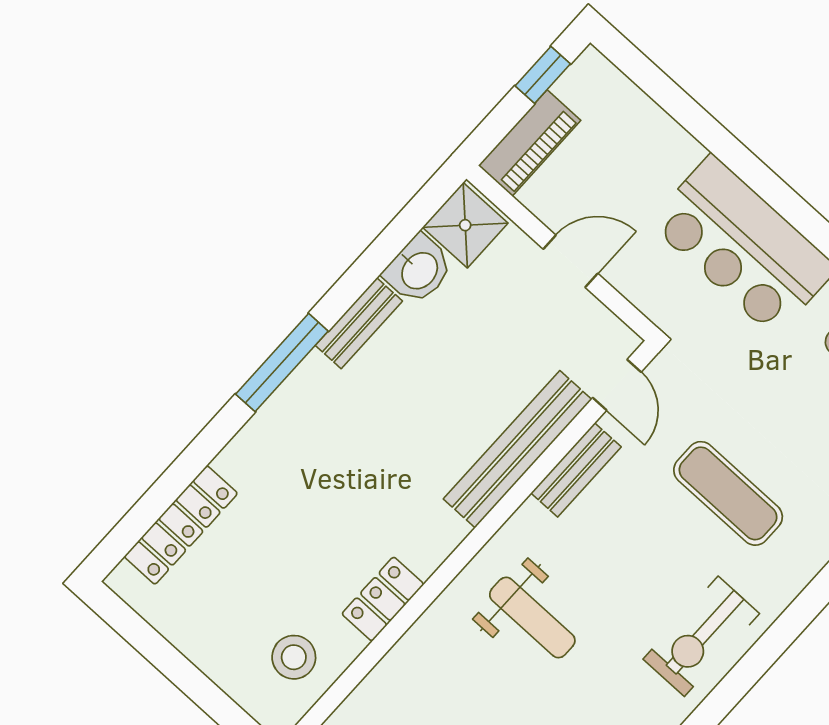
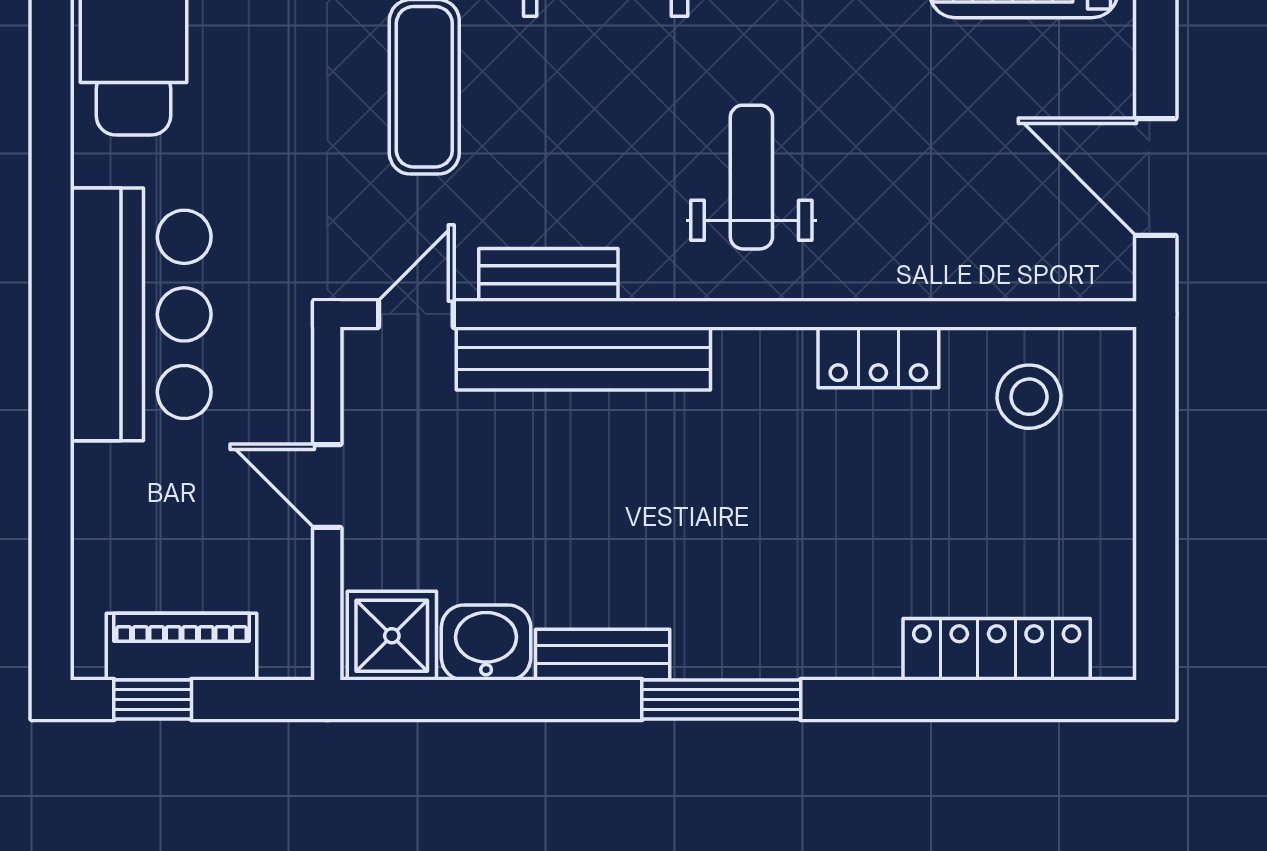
piano: (530, 143) -> (182, 647), moved

